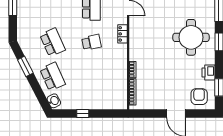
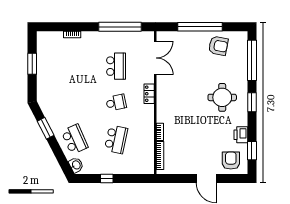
round table: (191, 37) -> (222, 97), width x0.73, depth x0.73
school desk: (52, 42) -> (116, 139), moved, turned 36

